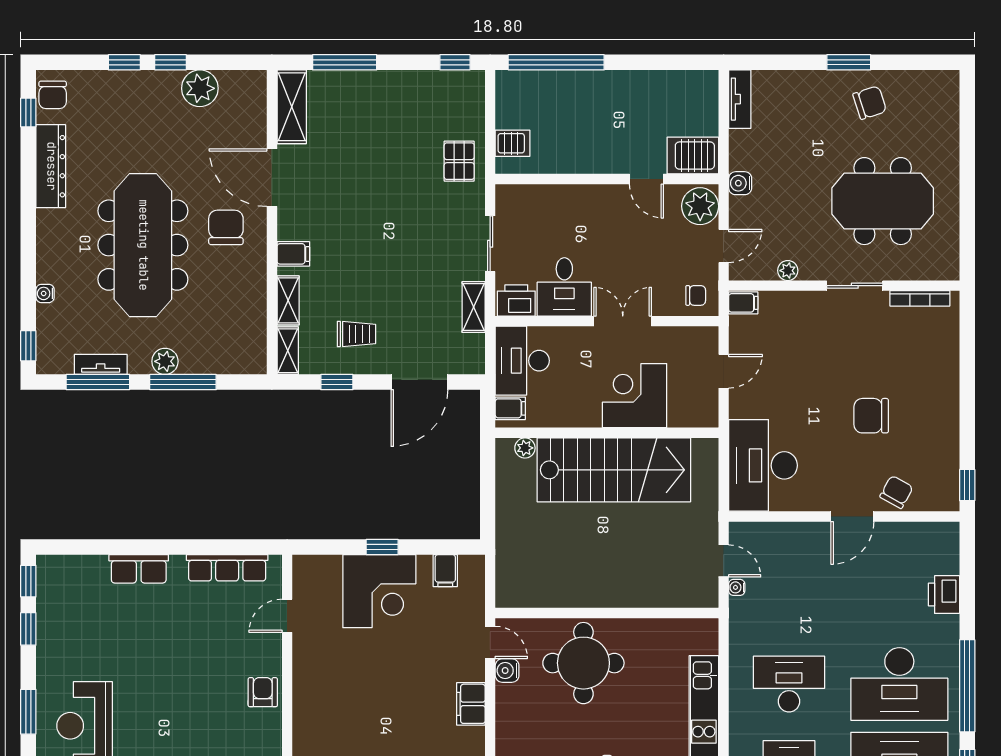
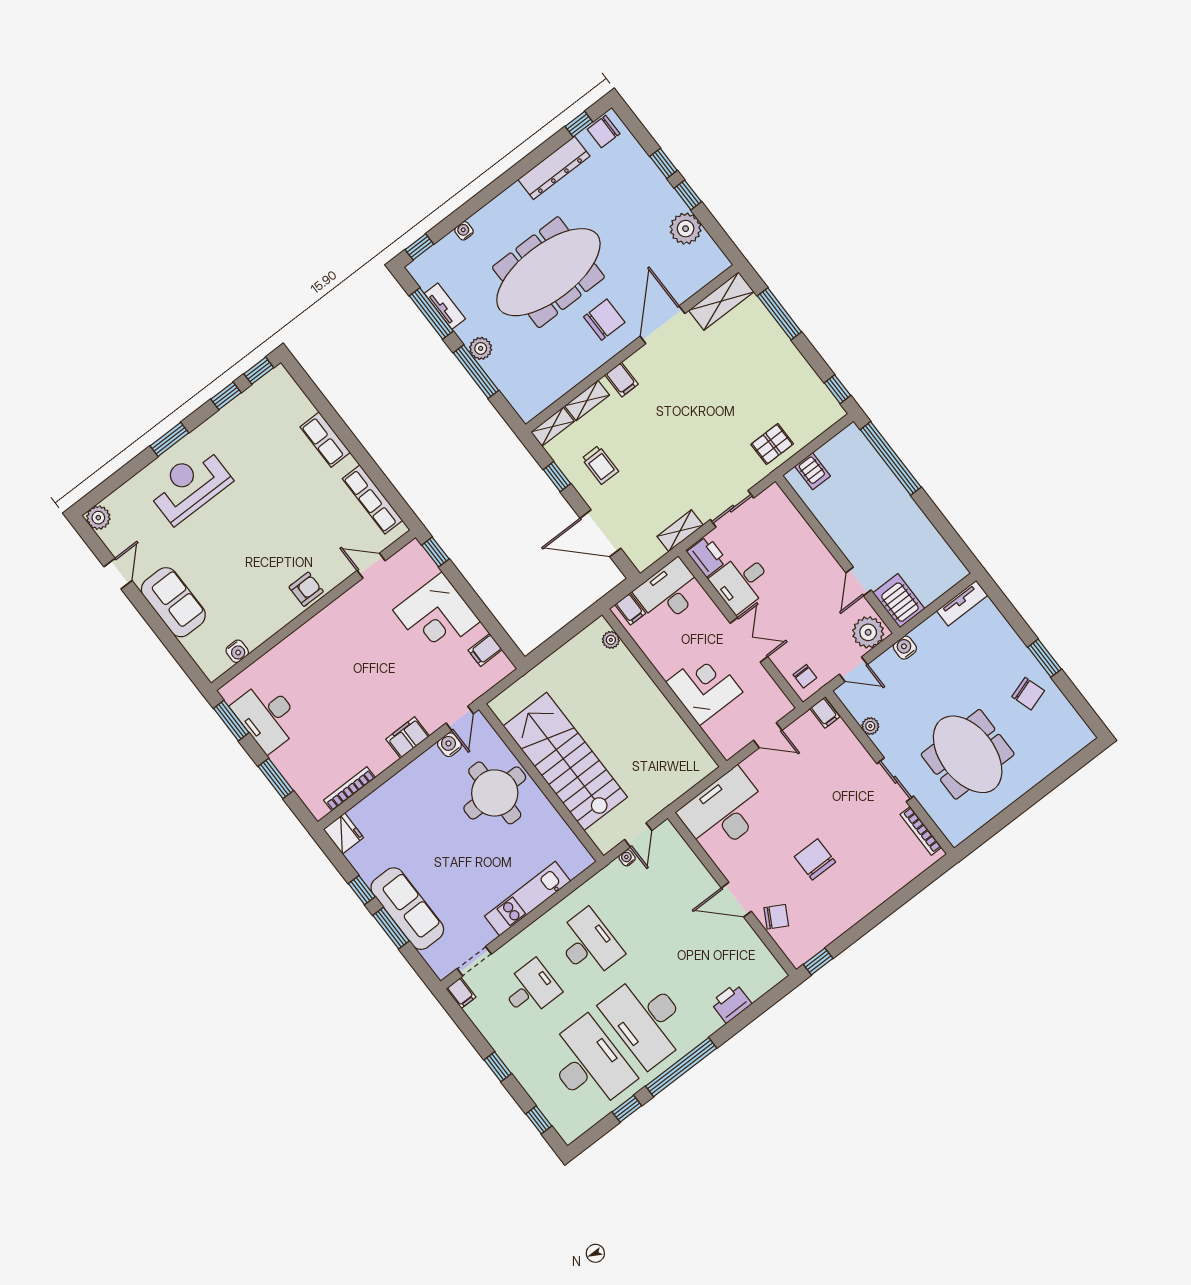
stairs: (614, 470) -> (565, 761), moved, turned 180
window: (382, 547) -> (435, 552), moved

